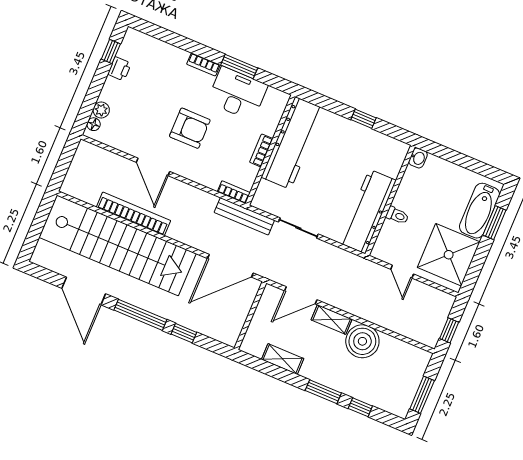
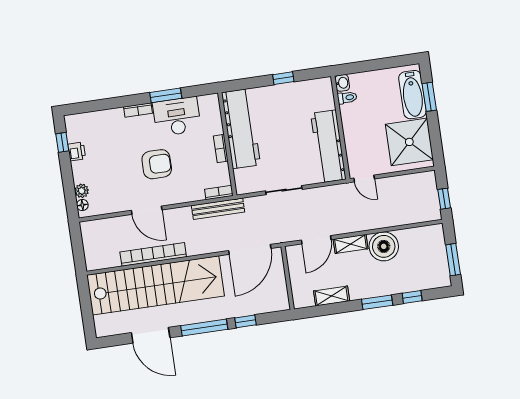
toilet: (397, 215) -> (347, 98), moved
bench: (244, 216) -> (218, 209), moved
door: (402, 272) -> (364, 178), moved

